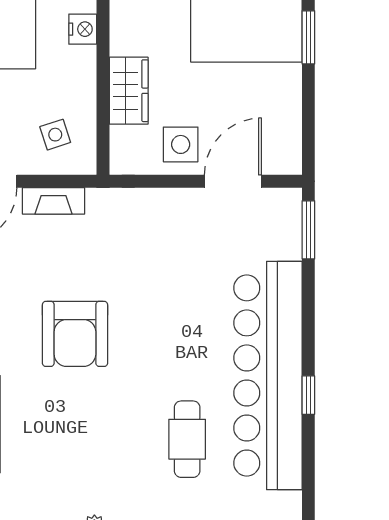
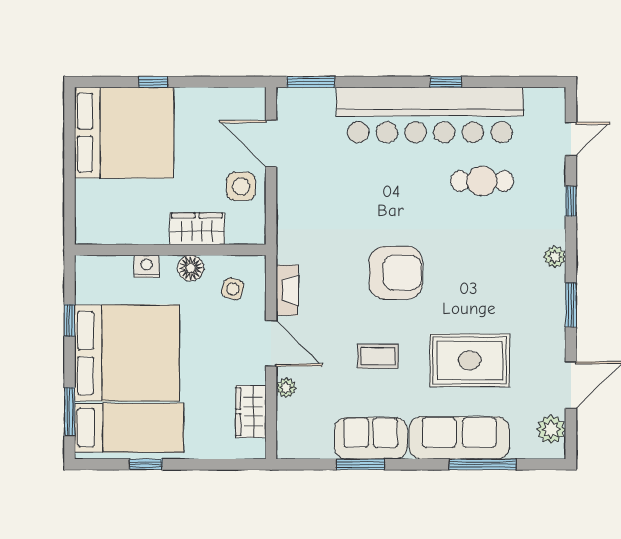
window: (308, 37) -> (153, 82), width x0.67
floor lamp: (81, 83) -> (191, 268), added
side table: (55, 135) -> (233, 289), turned 35

